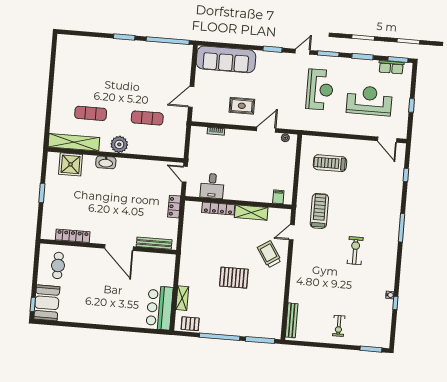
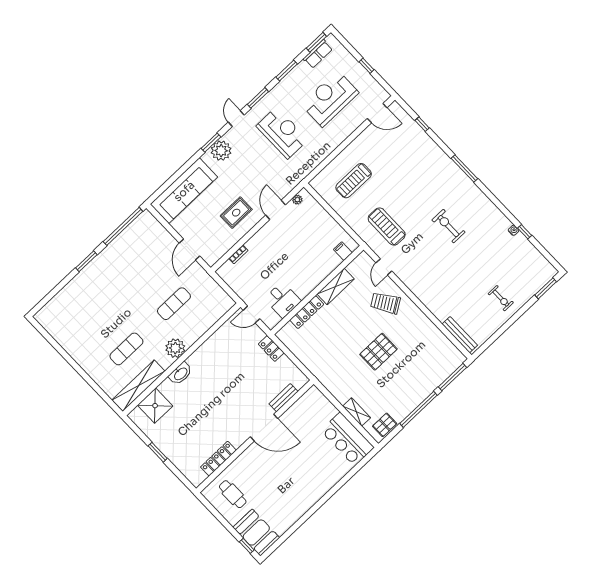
plant: (273, 60) -> (221, 151), added
bench: (154, 243) -> (283, 398), width x0.73

